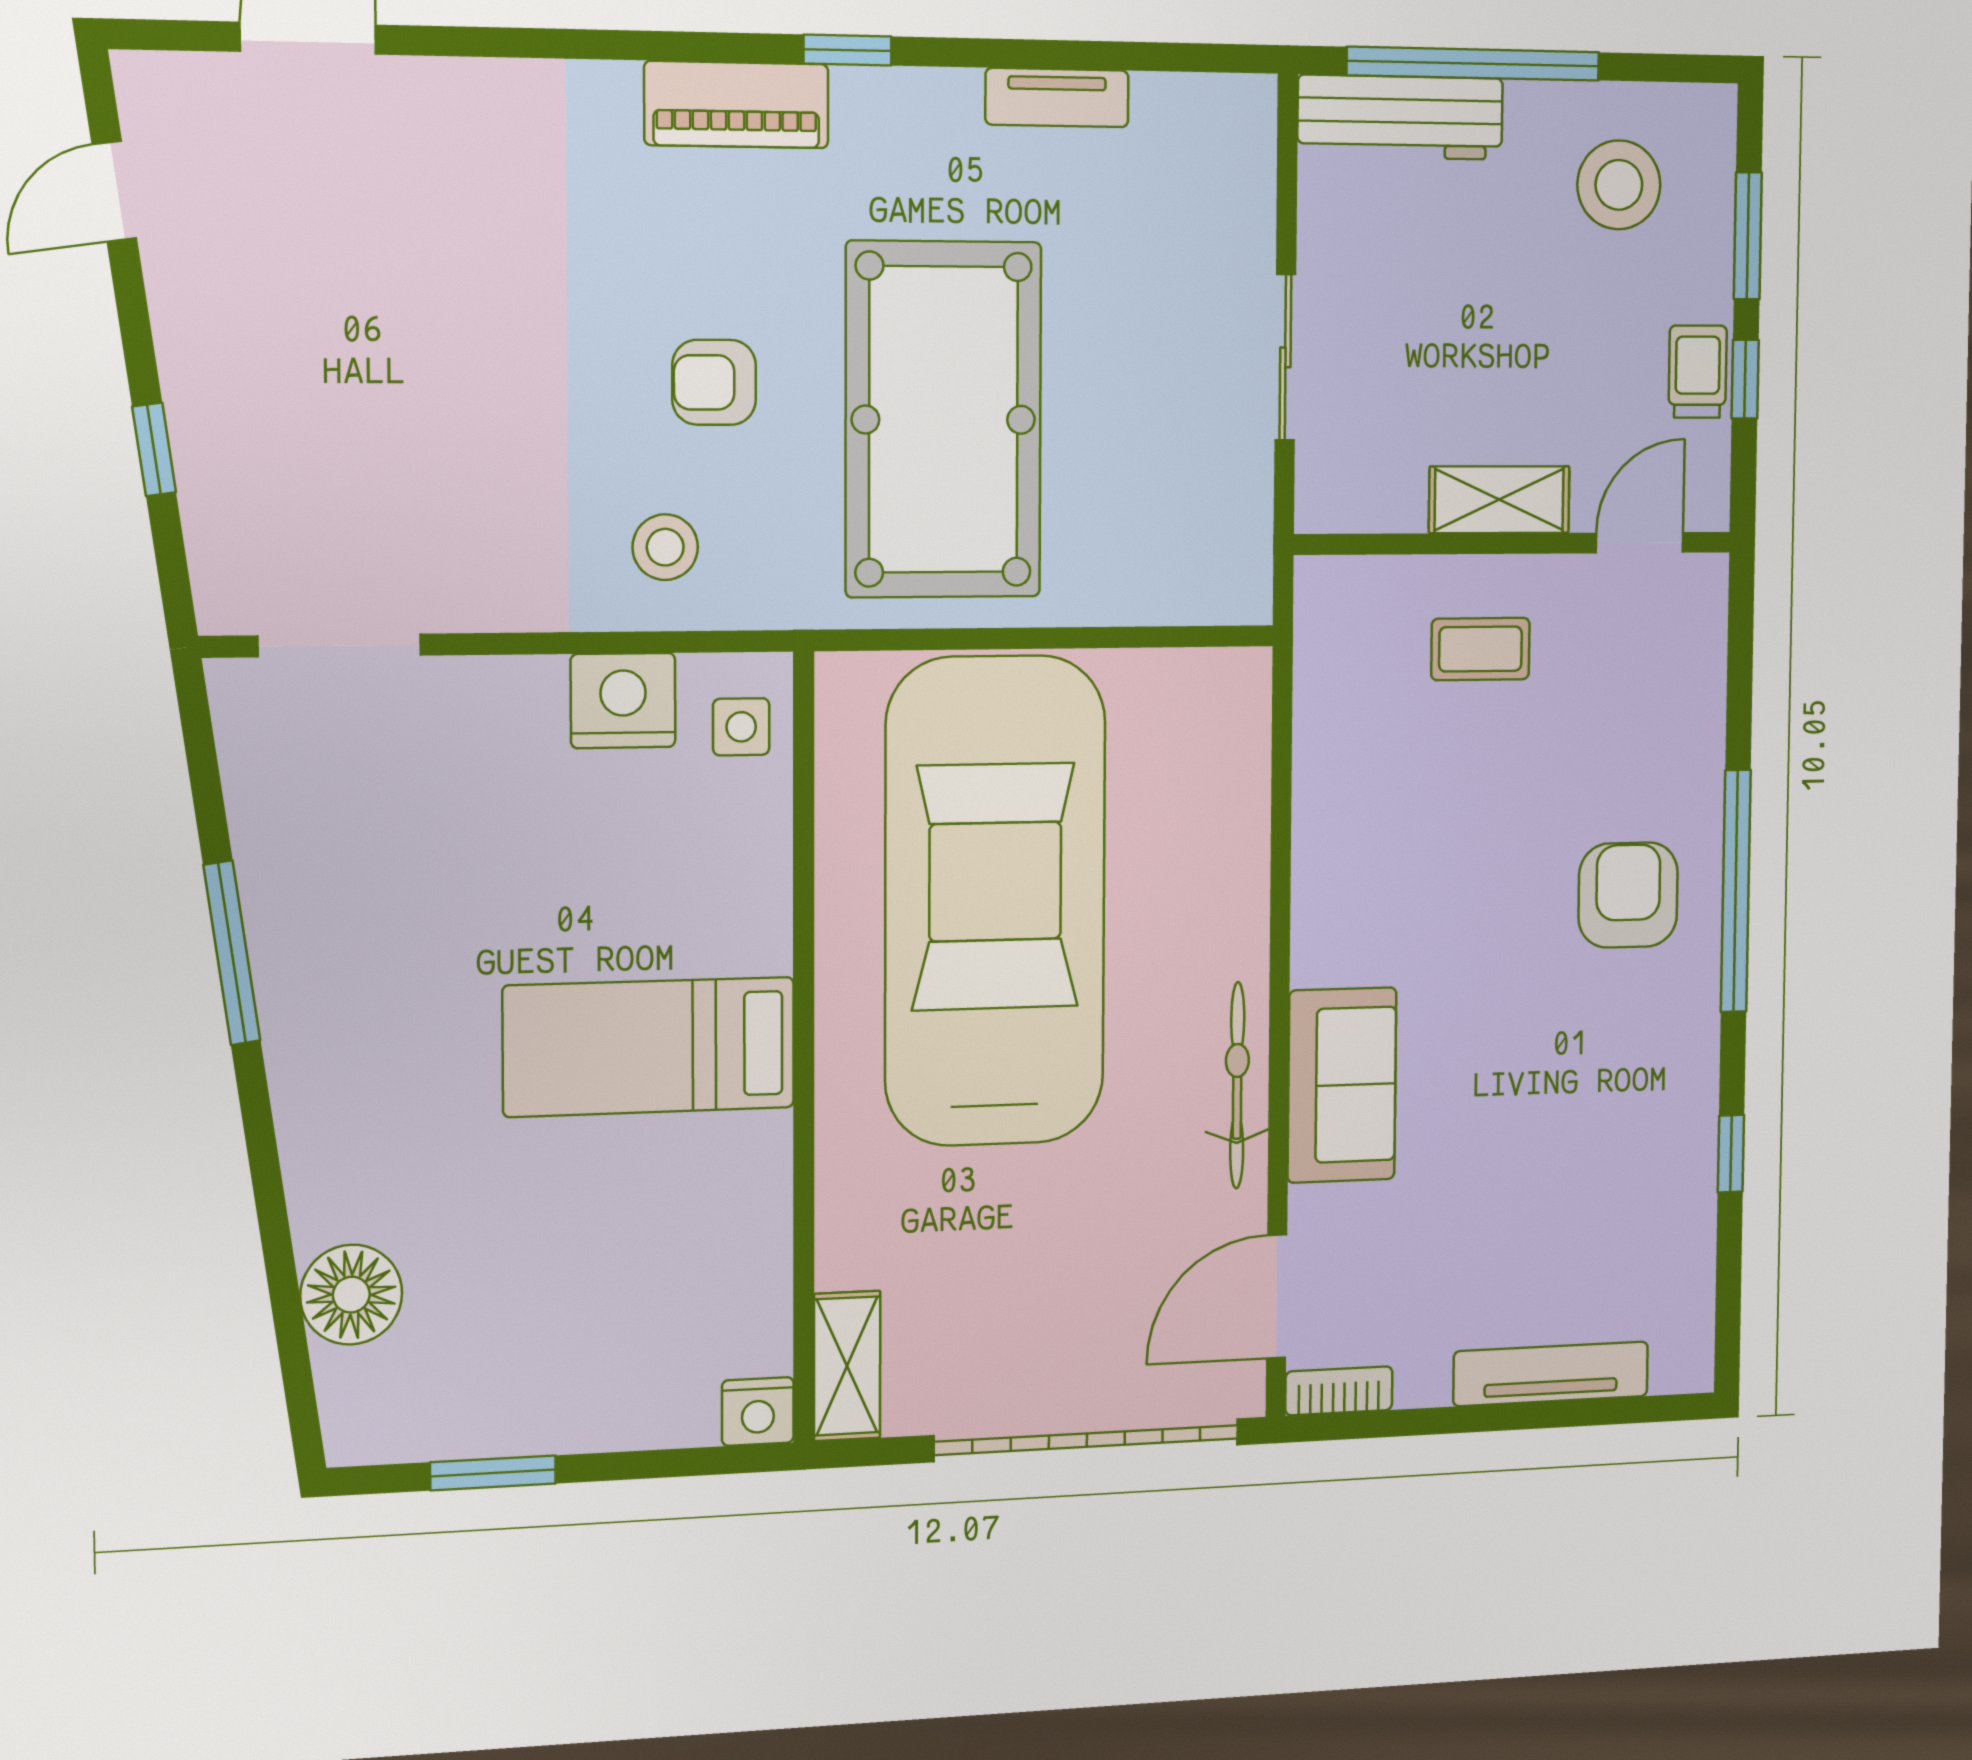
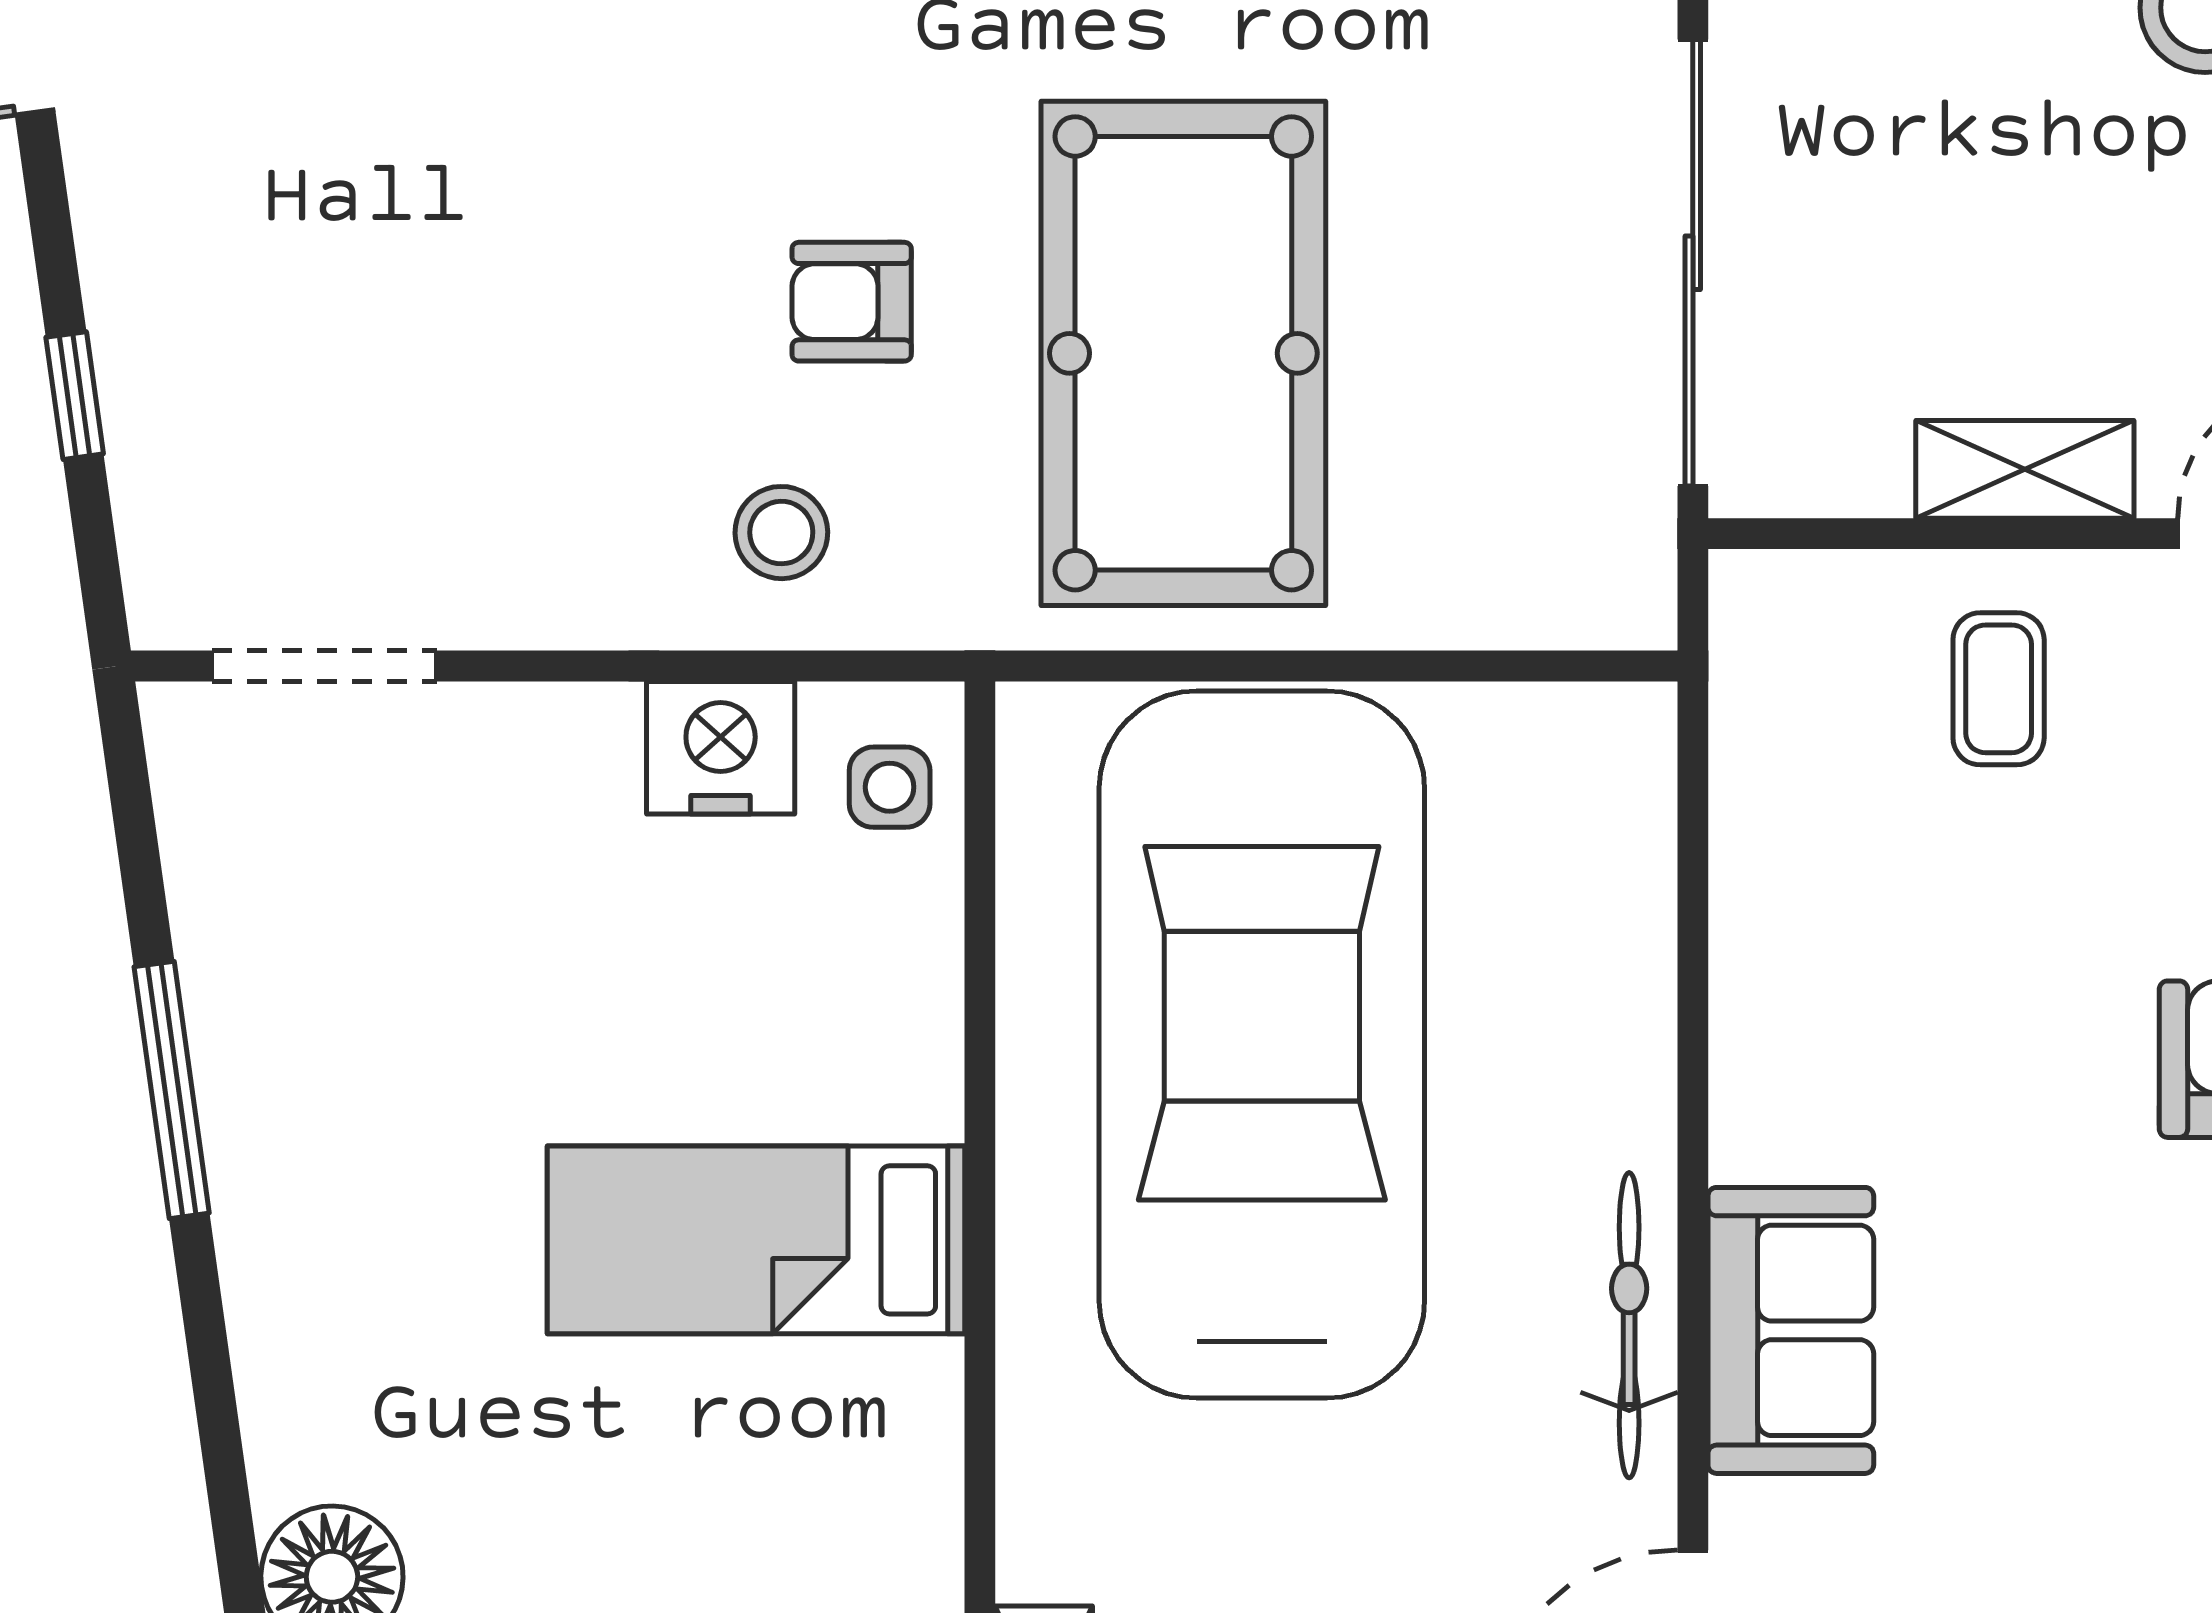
sliding door: (1285, 357) -> (1693, 263), width x1.86
coffee table: (1480, 649) -> (1999, 689), turned 90

